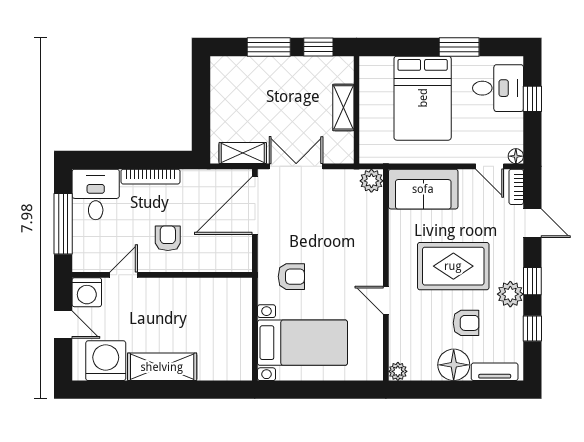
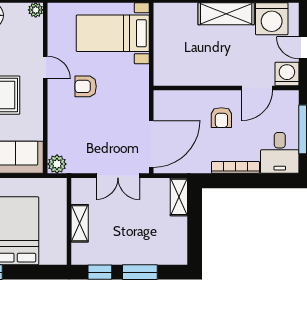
shelving: (243, 153) -> (179, 197), moved, turned 90
door: (124, 275) -> (257, 88), width x1.38
armchair: (291, 277) -> (86, 86), moved

